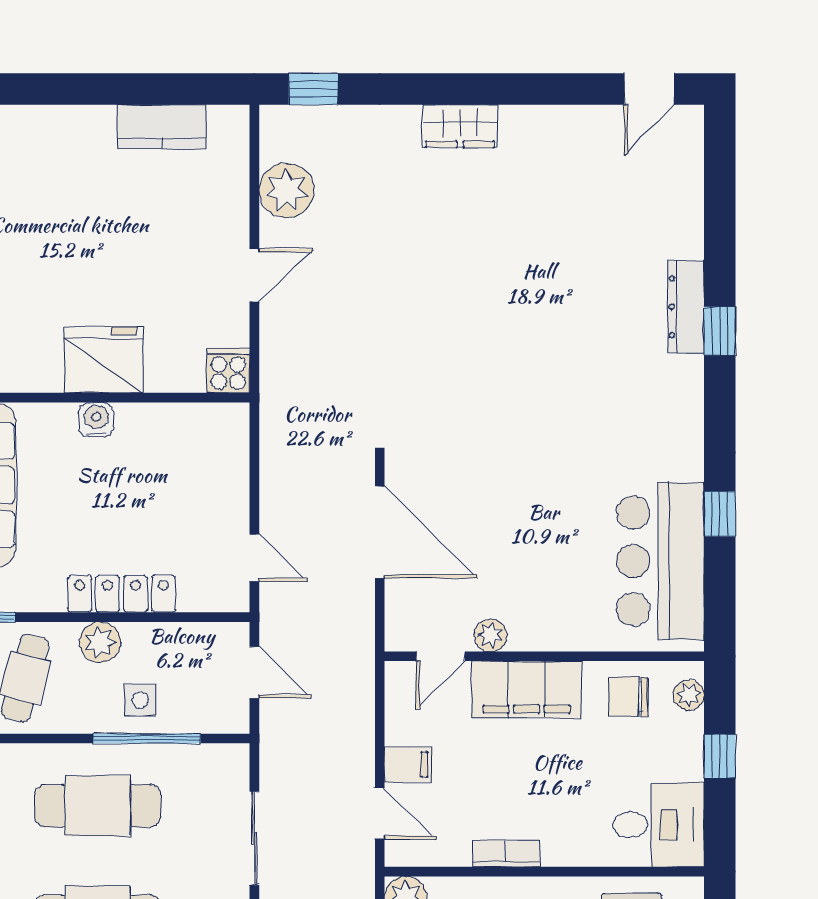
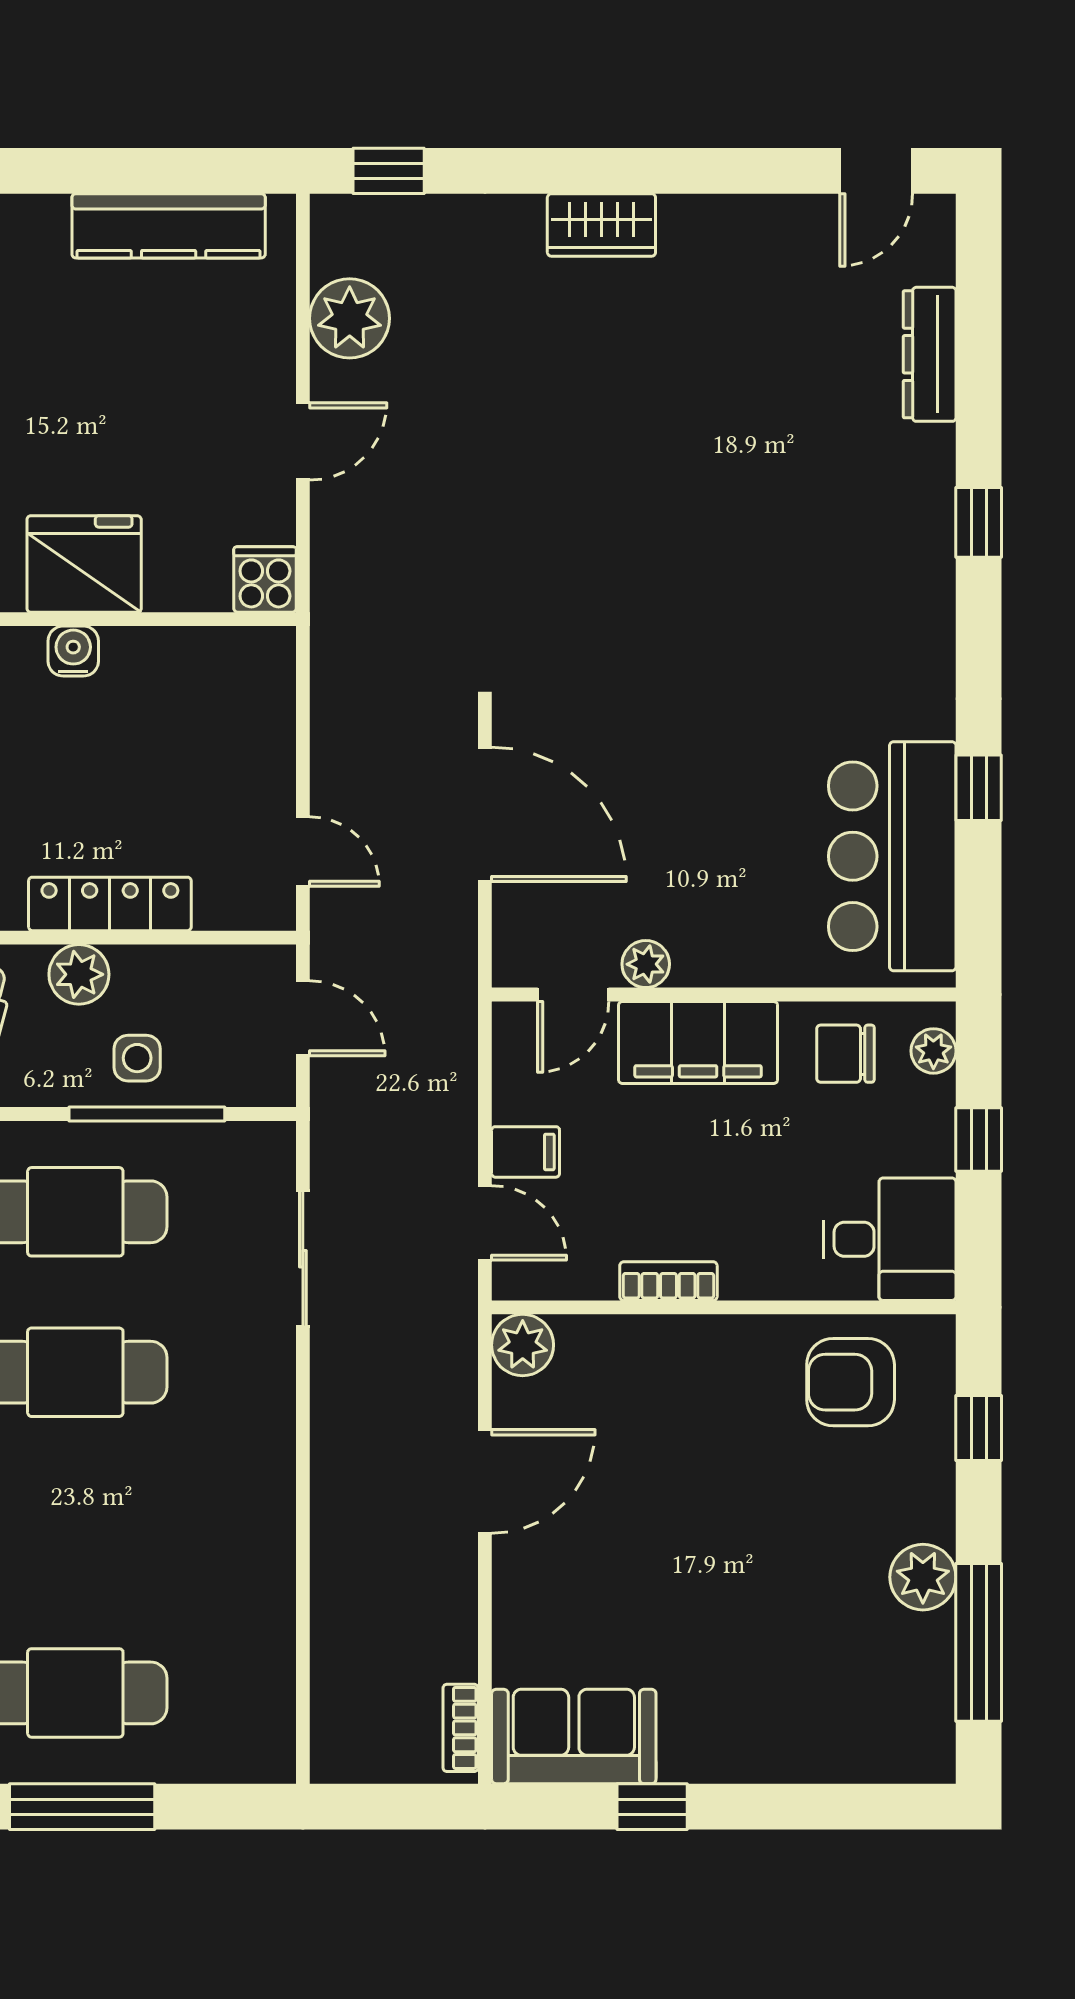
kitchen counter: (162, 127) -> (169, 226), width x1.50
dresser: (686, 307) -> (930, 354), moved

